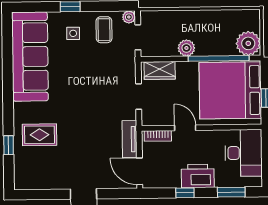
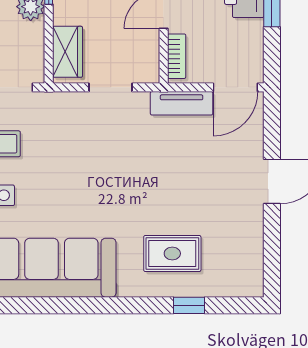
rug: (39, 135) -> (172, 253), turned 90

